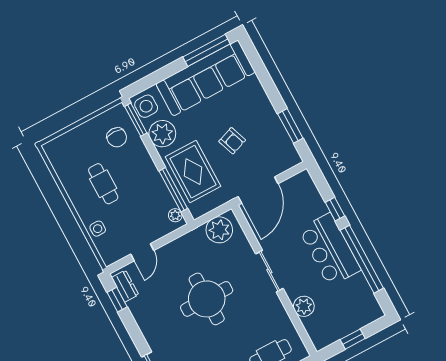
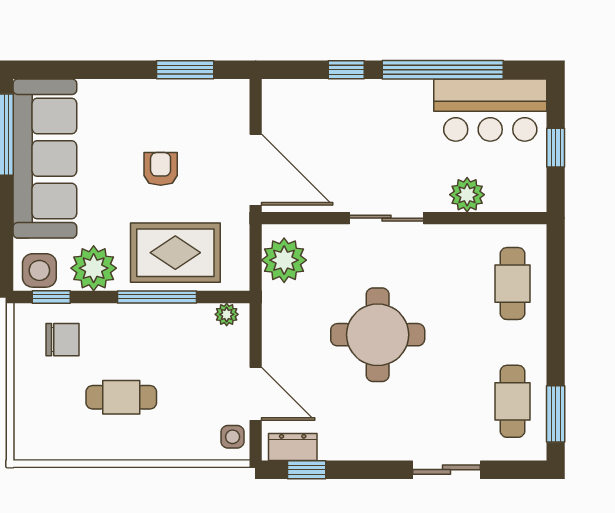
window: (136, 120) -> (51, 297), width x0.67
armchair: (232, 141) -> (161, 169), turned -70
window: (173, 190) -> (157, 297), moved
side table: (98, 229) -> (233, 437), moved
bar counter: (330, 250) -> (490, 110), moved
door: (142, 252) -> (256, 394), width x1.38

